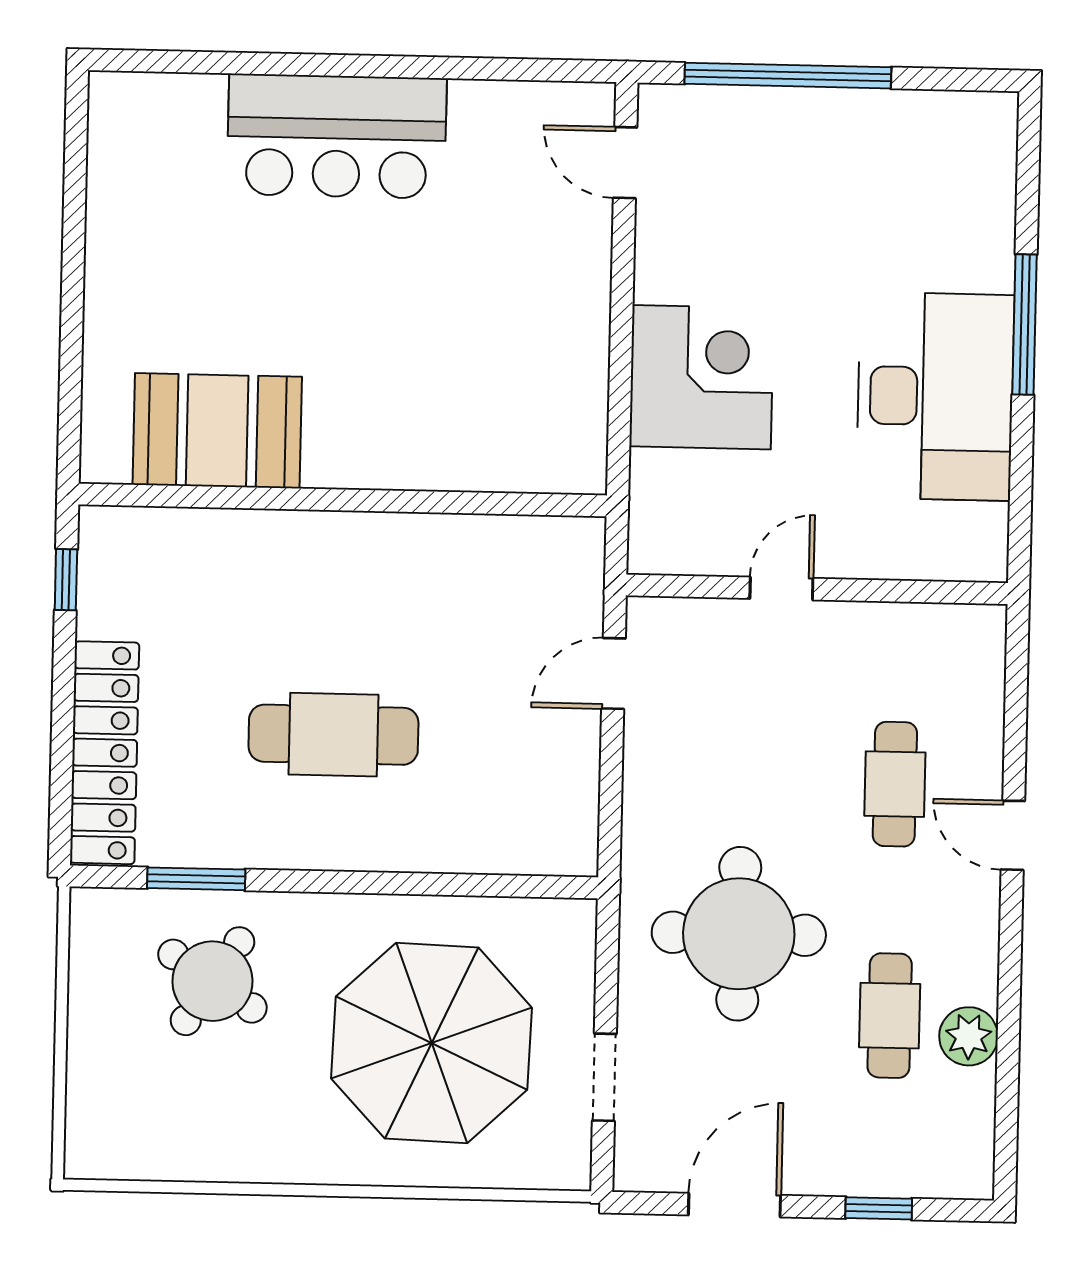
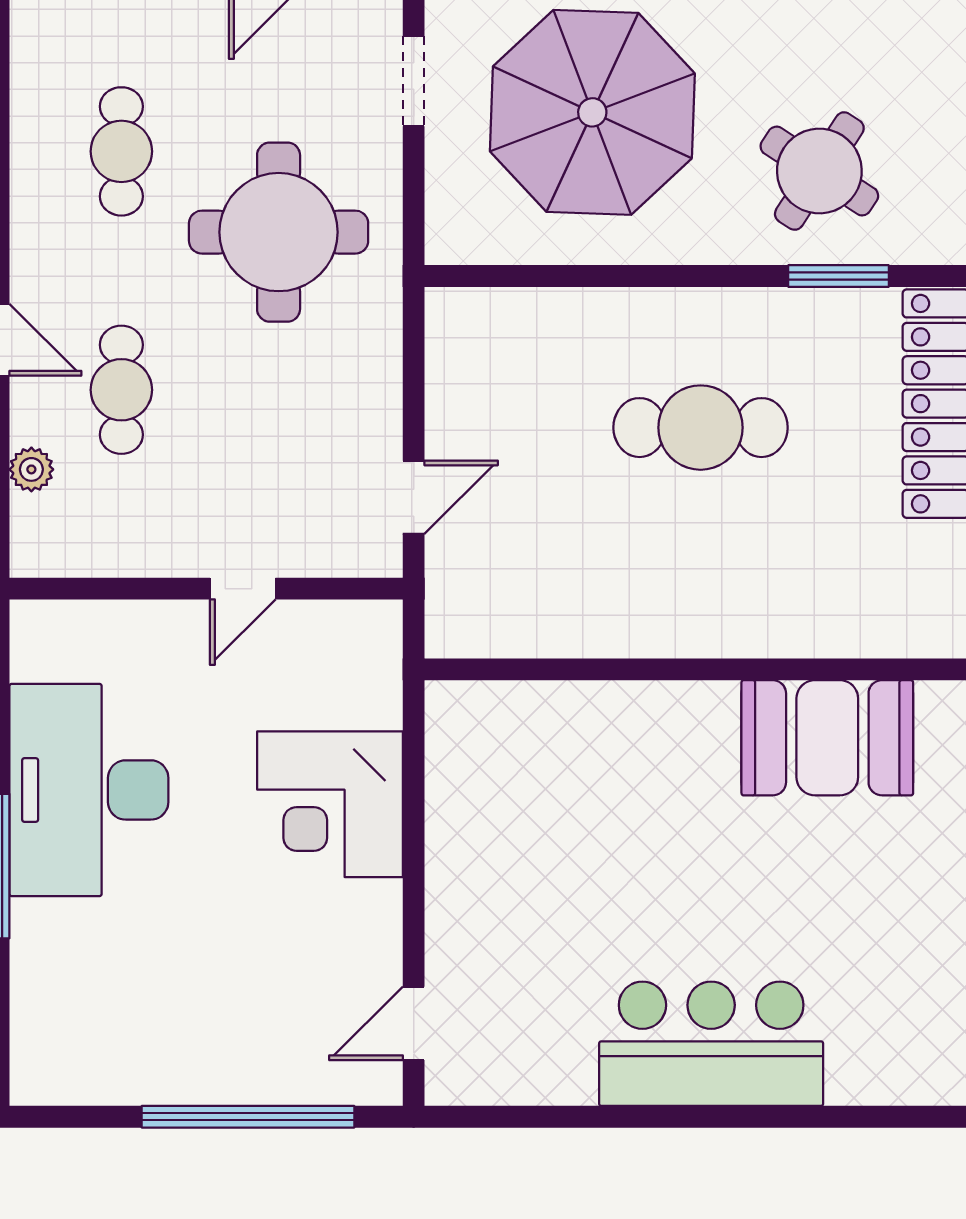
door: (625, 163) -> (414, 1023), swing flipped
plant: (969, 1036) -> (31, 469), moved, width x0.73, depth x0.73

